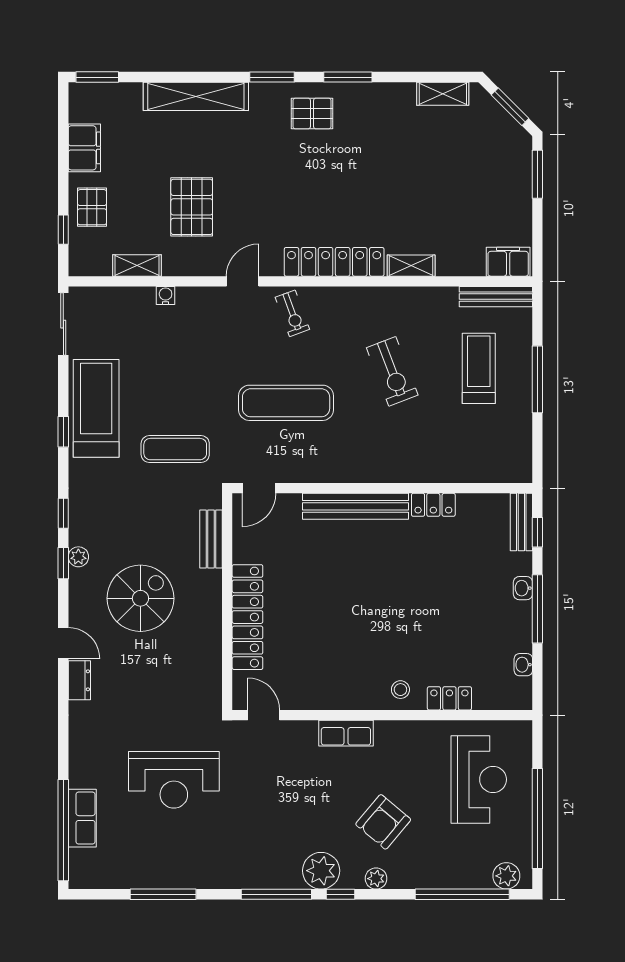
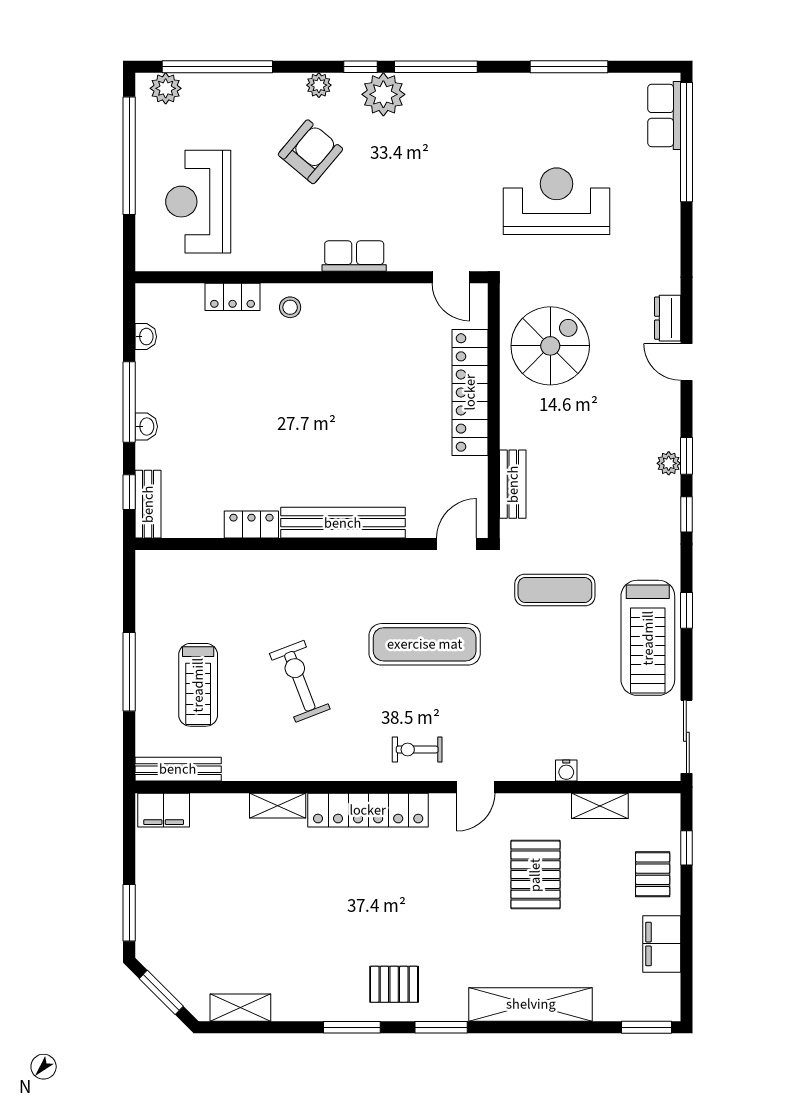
exercise bike: (292, 313) -> (417, 750), turned -70
spiral stairs: (140, 598) -> (550, 346), moved, turned 180
row of seats: (82, 818) -> (664, 115), moved

